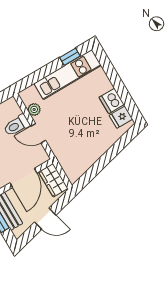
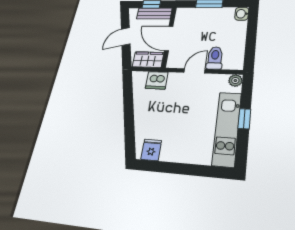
window: (70, 57) -> (244, 119), moved
dishwasher: (112, 101) -> (157, 80), moved, turned 180
plant: (34, 109) -> (235, 81), moved

